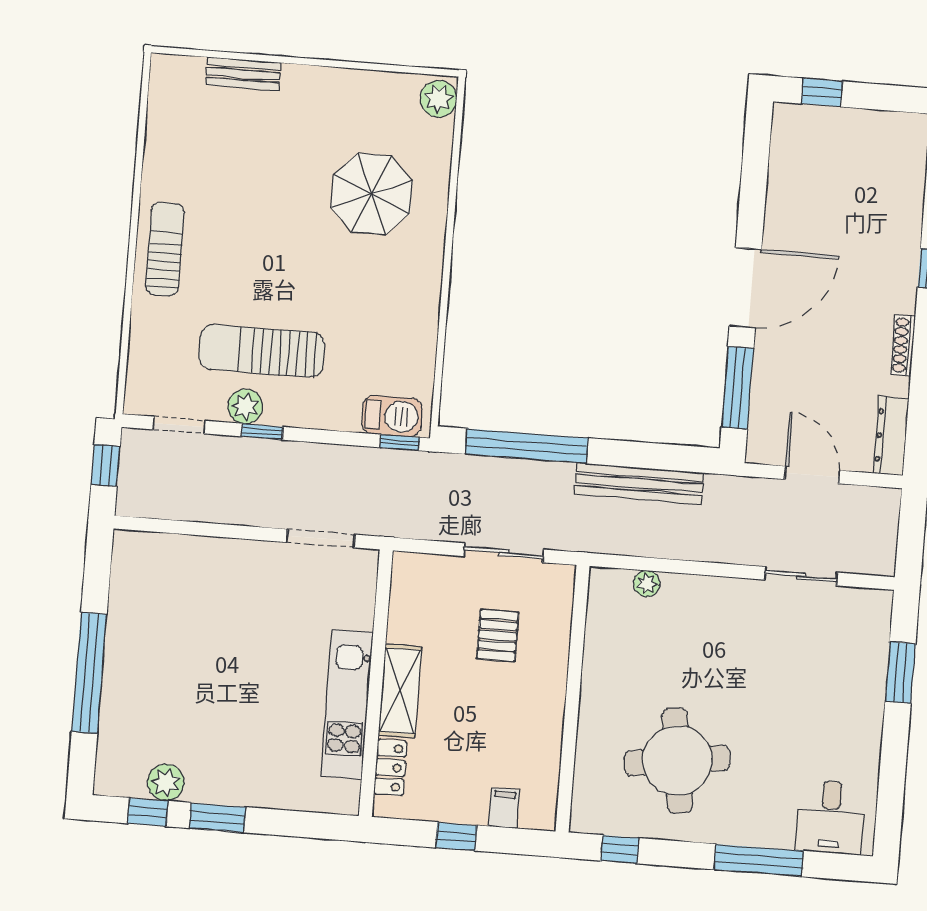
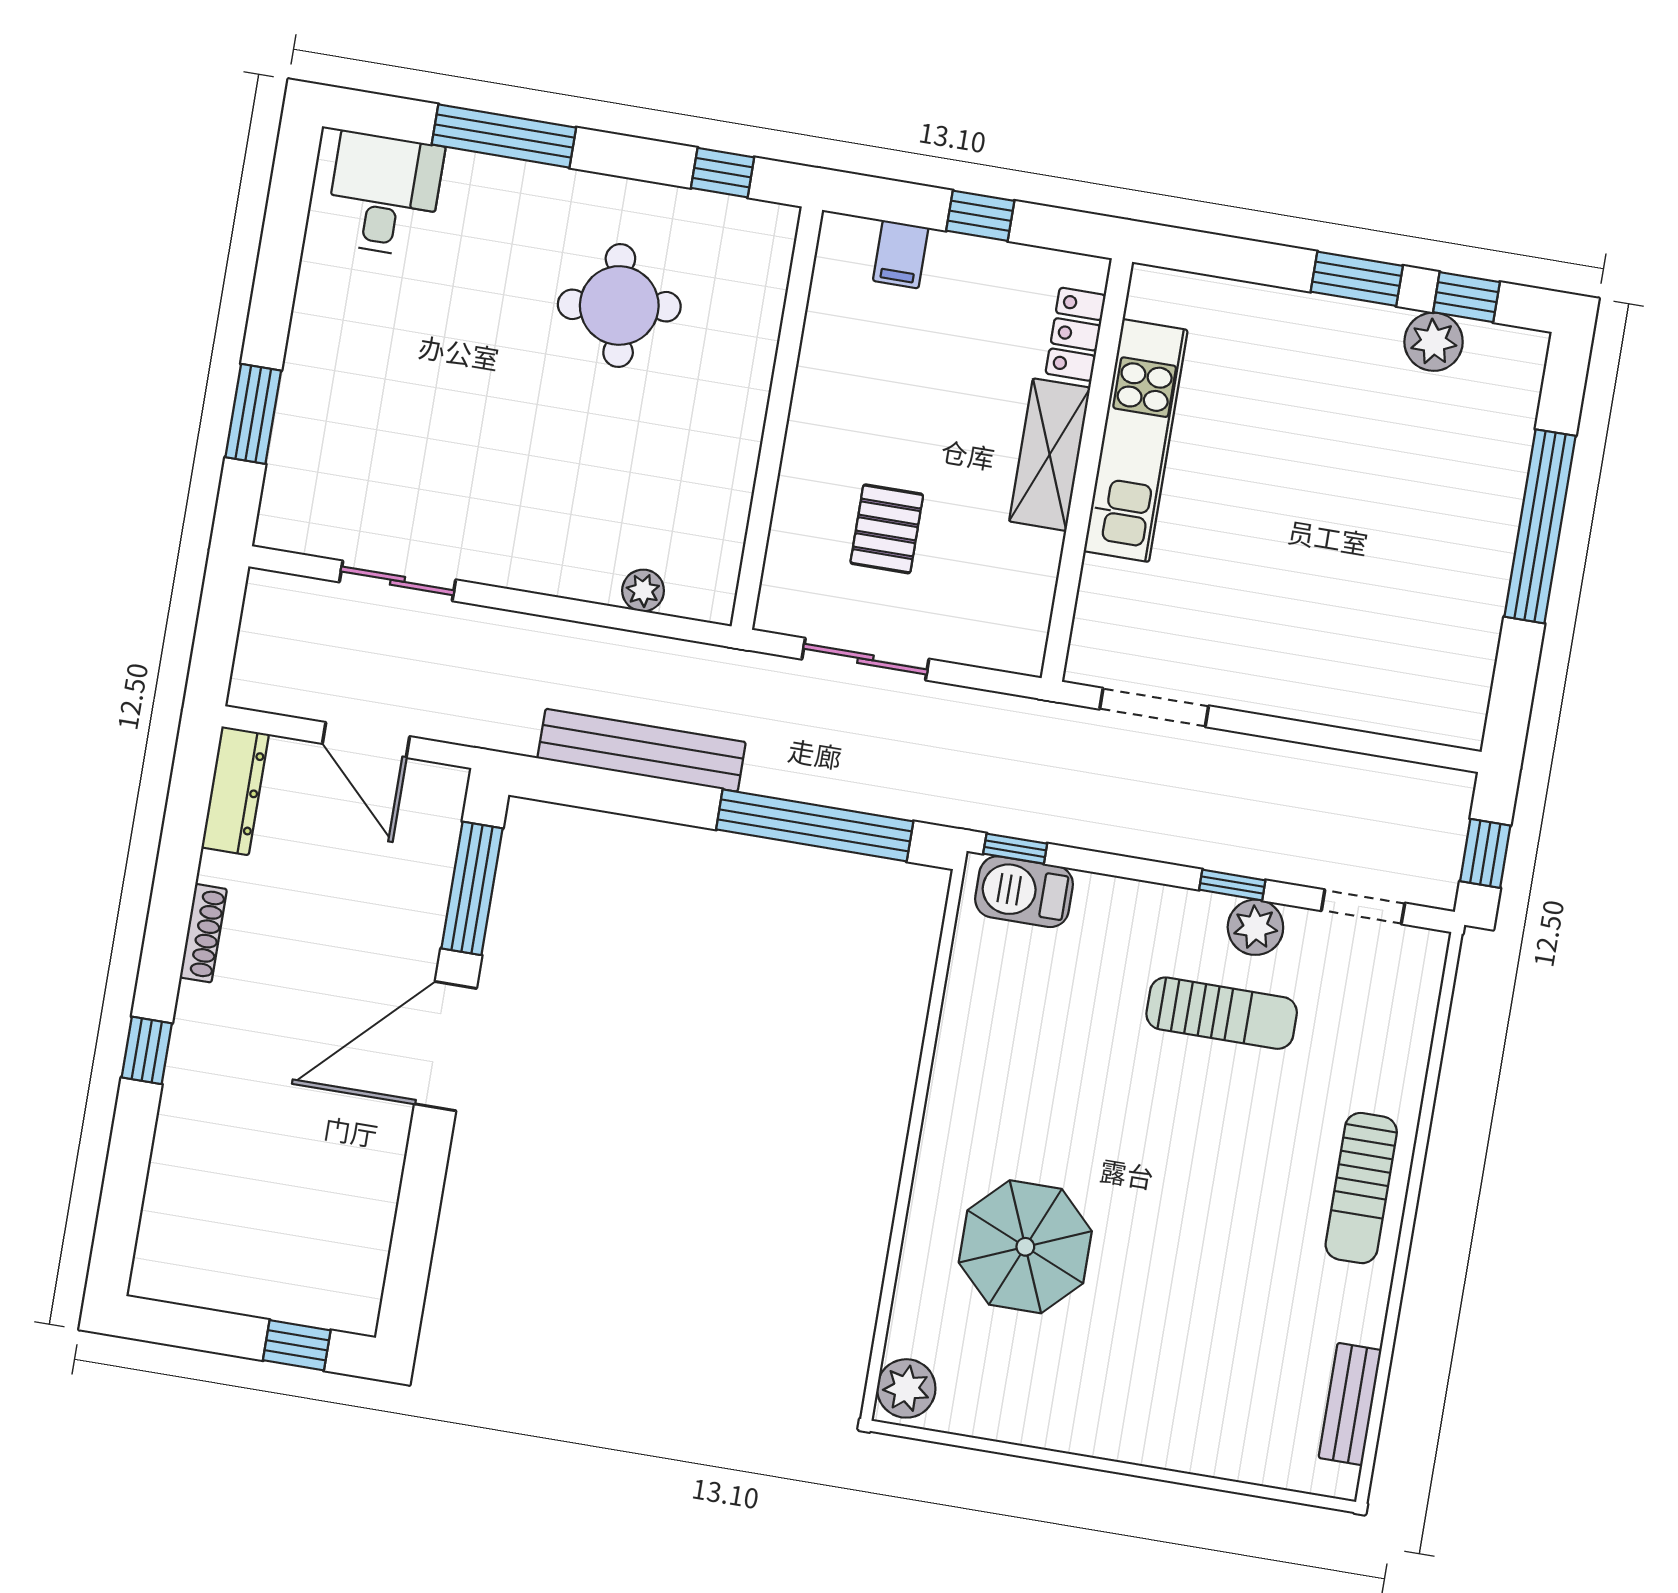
bench: (243, 74) -> (1350, 1404), moved, turned 90
sun lounger: (262, 351) -> (1222, 1013), width x0.73, depth x0.75
round table: (677, 761) -> (619, 305), width x0.73, depth x0.73

